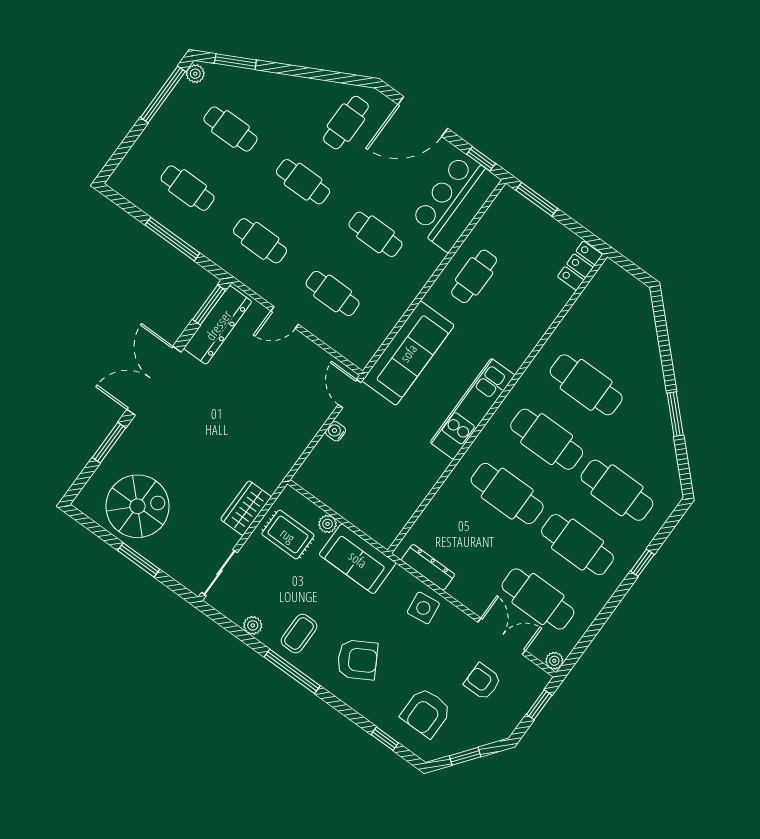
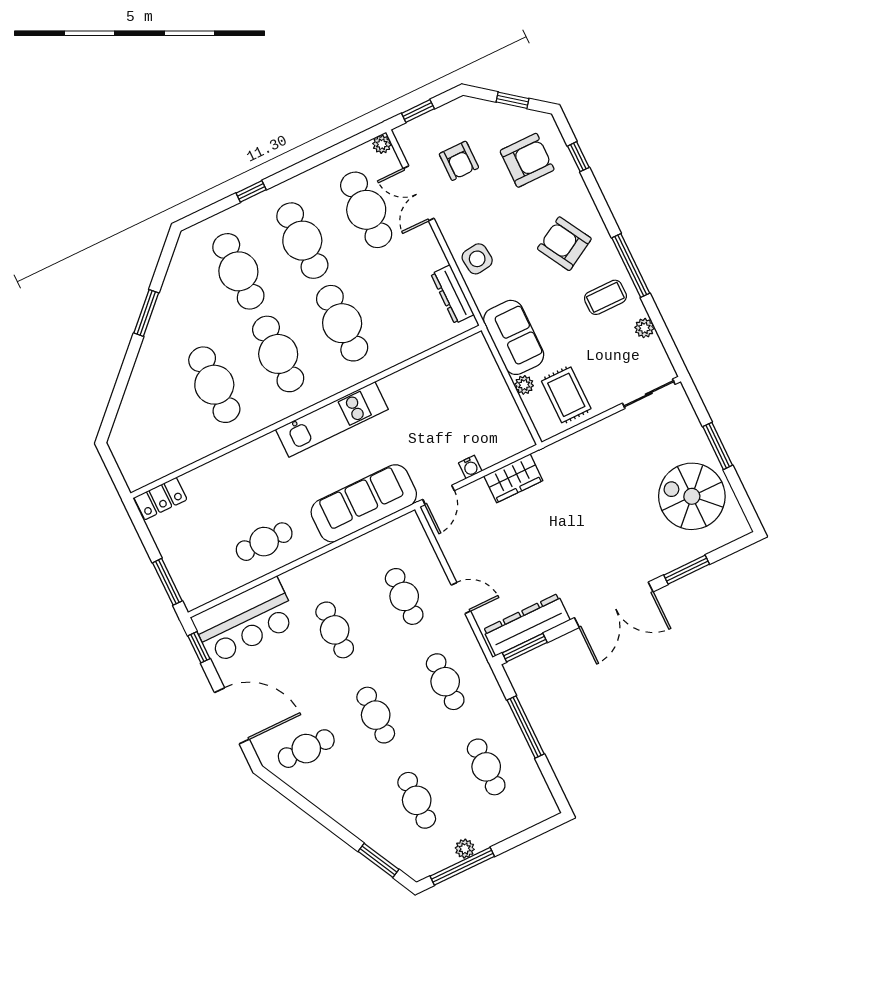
plant: (195, 74) -> (465, 849), moved
wardrobe: (246, 508) -> (513, 478), moved

